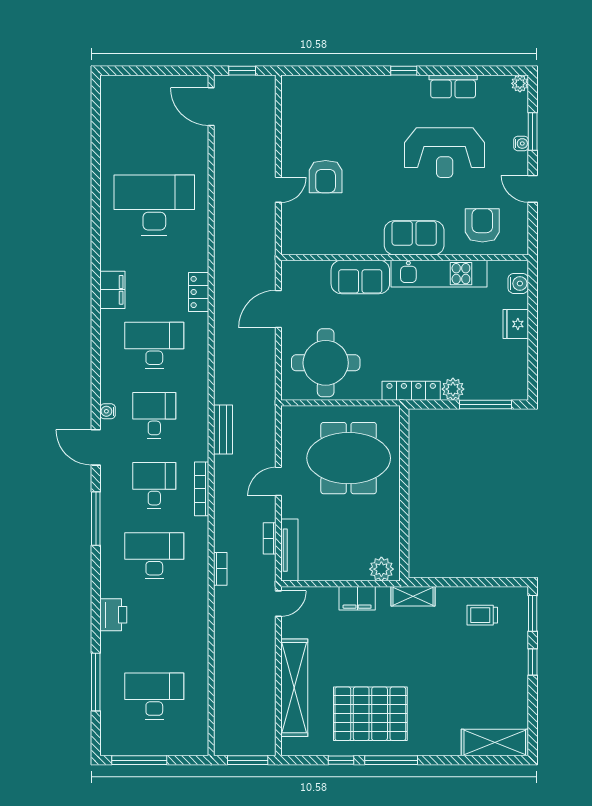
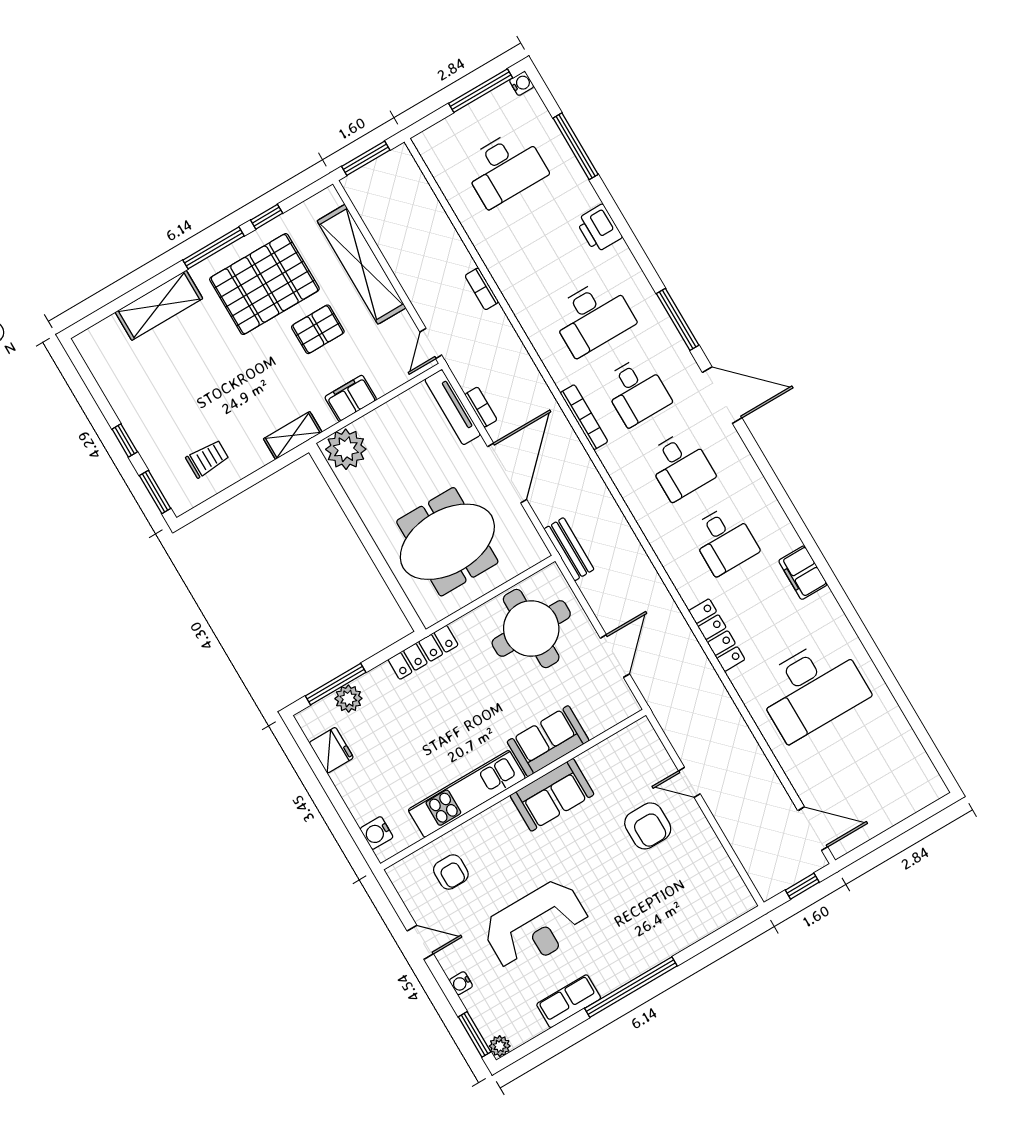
window: (404, 71) -> (631, 987), width x3.17
window: (533, 132) -> (475, 1034), moved
reception desk: (445, 153) -> (536, 926), turned 180
armchair: (326, 177) -> (648, 826), turned 180
door: (278, 190) -> (689, 782), hinge flipped
armchair: (482, 225) -> (451, 872), width x0.72, depth x0.72
sofa: (414, 238) -> (552, 795), moved
locker: (199, 292) -> (717, 635), width x1.53
fridge: (516, 324) -> (331, 750), moved
desk: (154, 345) -> (724, 540), width x0.73
plant: (453, 389) -> (348, 699), moved
water cooler: (108, 411) -> (522, 83), moved
bench: (223, 430) -> (569, 549), moved
door: (96, 447) -> (722, 395), width x1.36
door: (278, 481) -> (507, 473), width x1.87
bookcase: (220, 569) -> (482, 289), moved
plant: (381, 569) -> (346, 449), width x1.36, depth x1.36
pallet: (352, 660) -> (318, 329), added
shelving: (495, 742) -> (159, 305), moved

